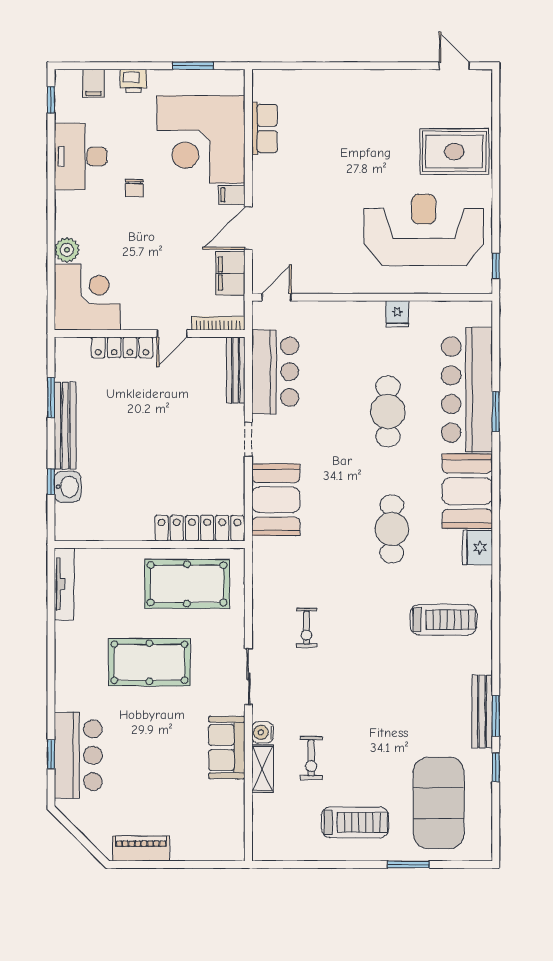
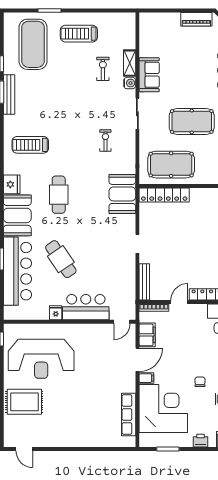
row of seats: (264, 128) -> (129, 414), width x1.48
bar counter: (275, 372) -> (86, 307), moved, turned 90
cafe table: (388, 411) -> (61, 259), turned -34
booth: (276, 500) -> (122, 194), moved

